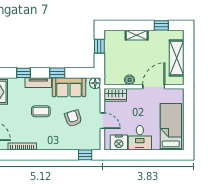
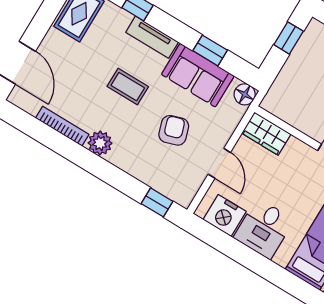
window: (57, 73) -> (210, 50), moved
boiler: (129, 80) -> (304, 123), removed
plant: (44, 144) -> (100, 143), added

